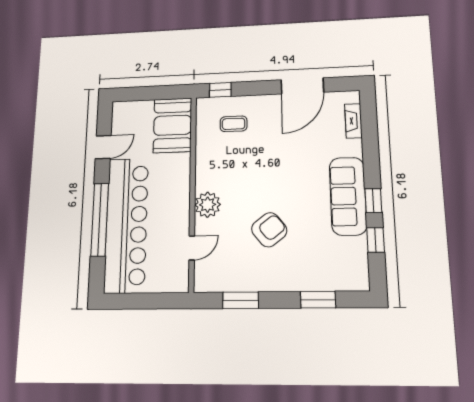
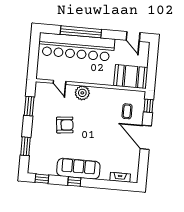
door: (302, 86) -> (146, 137), moved
door: (103, 147) -> (133, 36), moved
armchair: (269, 230) -> (65, 125), turned -58
window: (376, 240) -> (42, 179), moved

